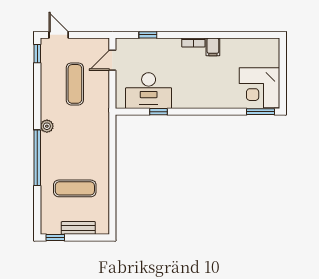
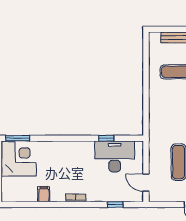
filing cabinet: (213, 47) -> (44, 194), moved
door: (112, 60) -> (146, 183), swing flipped

